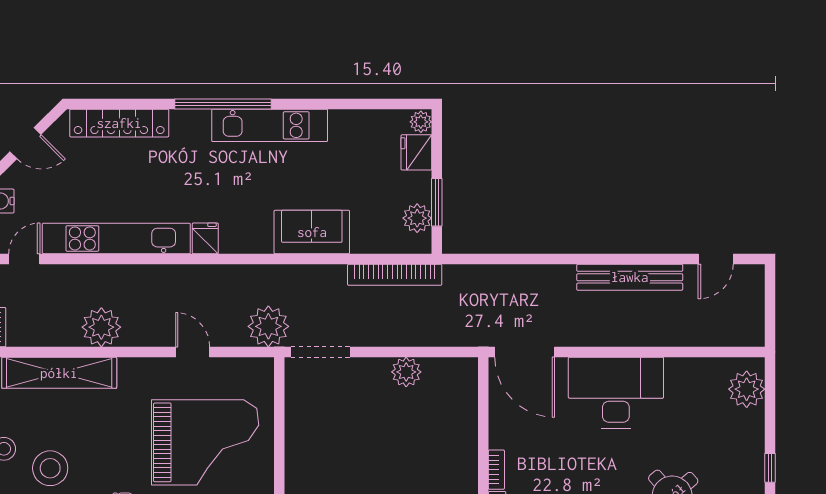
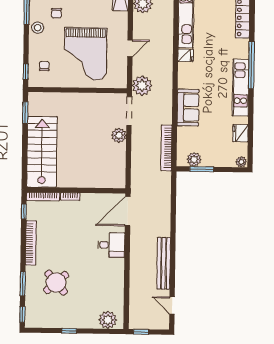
fridge: (416, 152) -> (240, 133), moved, turned -90
window: (770, 321) -> (141, 332), added
plant: (406, 372) -> (119, 135), moved
desk: (616, 393) -> (111, 245), width x0.53, depth x0.77

